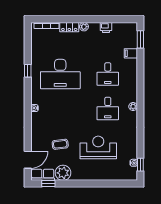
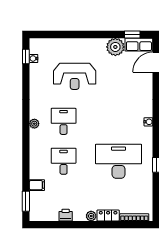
coffee table: (60, 144) -> (119, 80), removed

